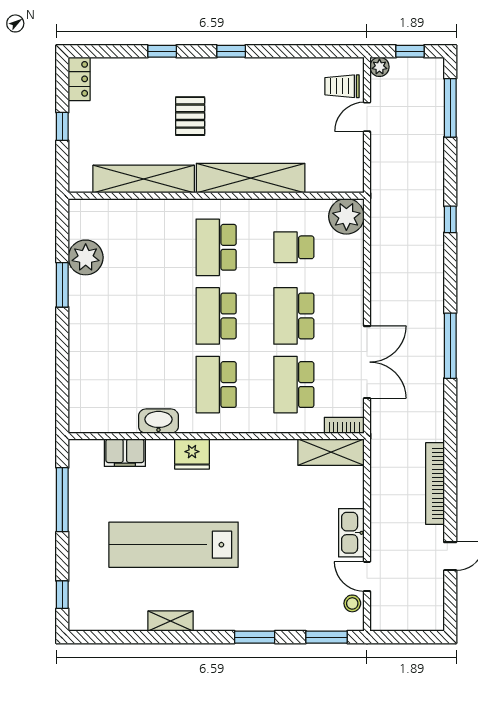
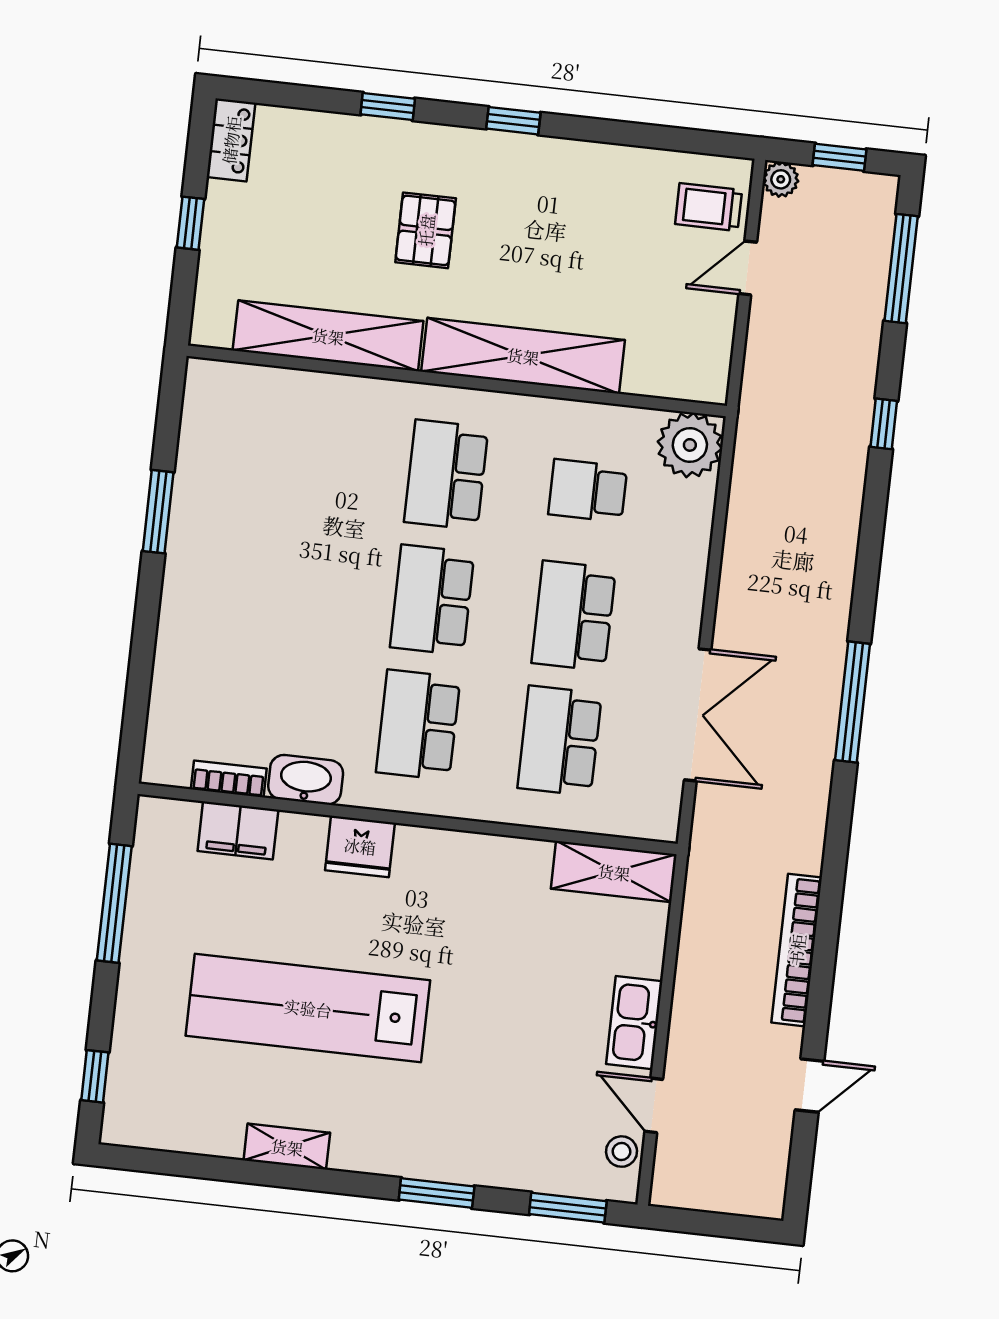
window: (450, 219) -> (884, 424), moved
plant: (86, 257) -> (206, 467), removed
bookcase: (344, 425) -> (229, 779), moved

